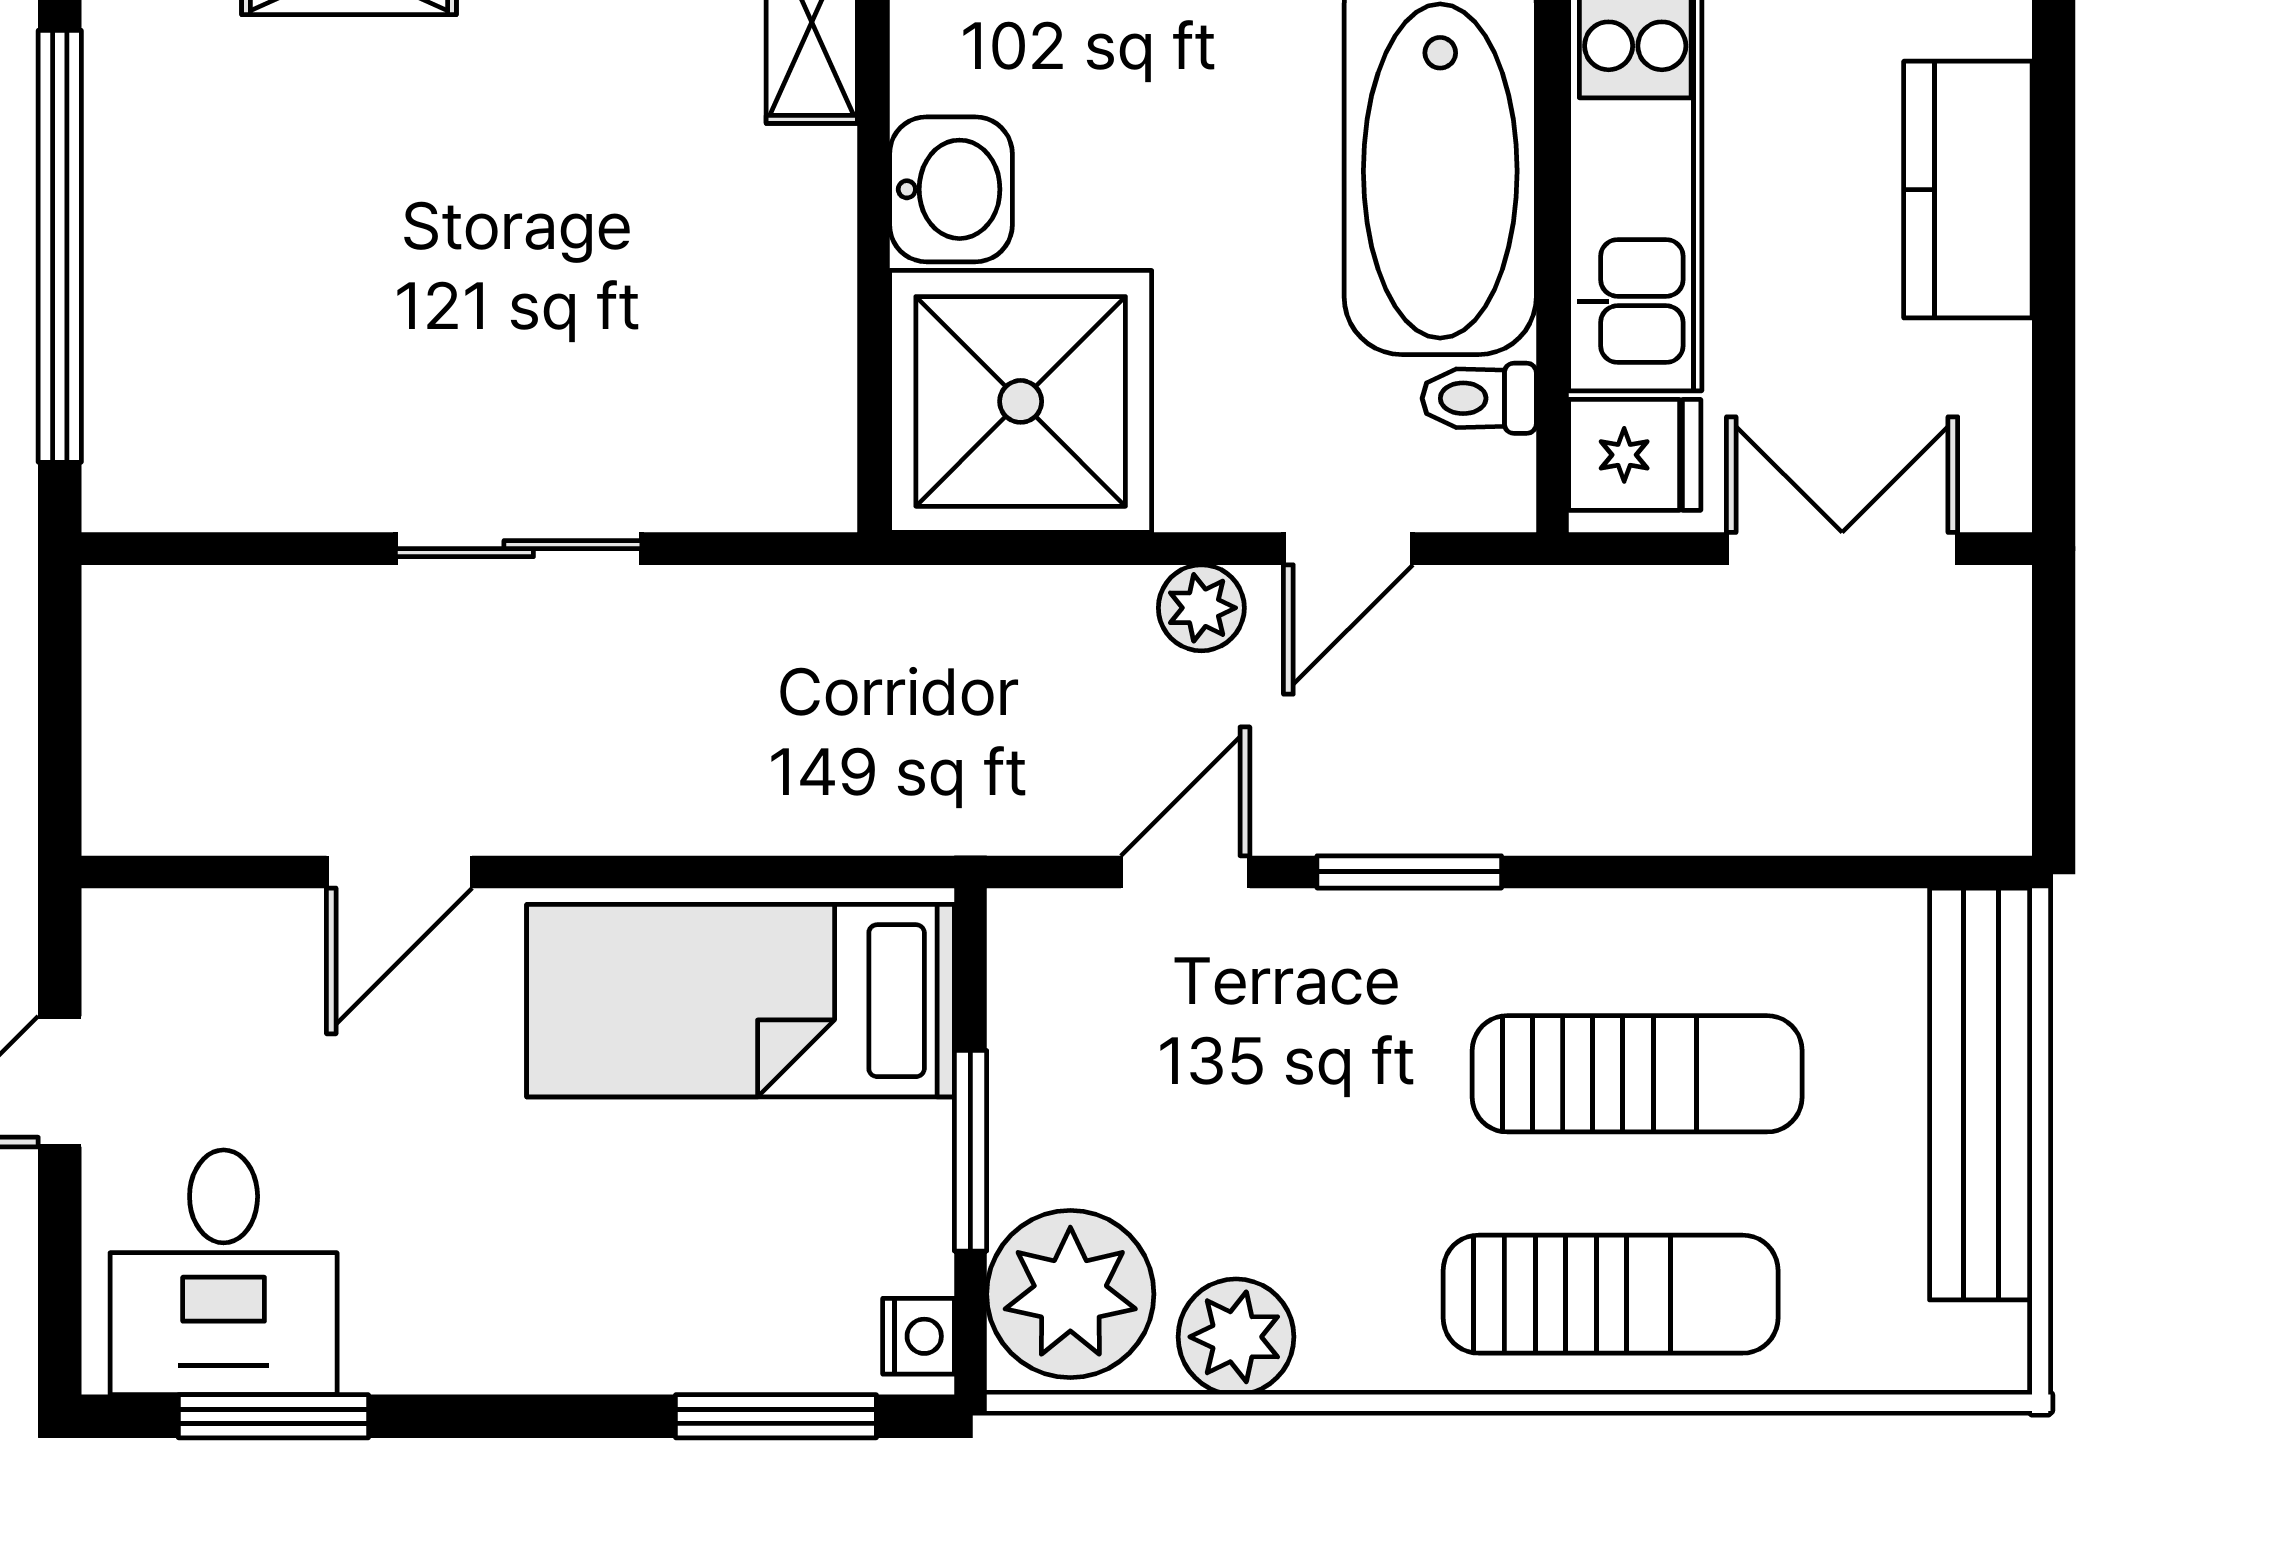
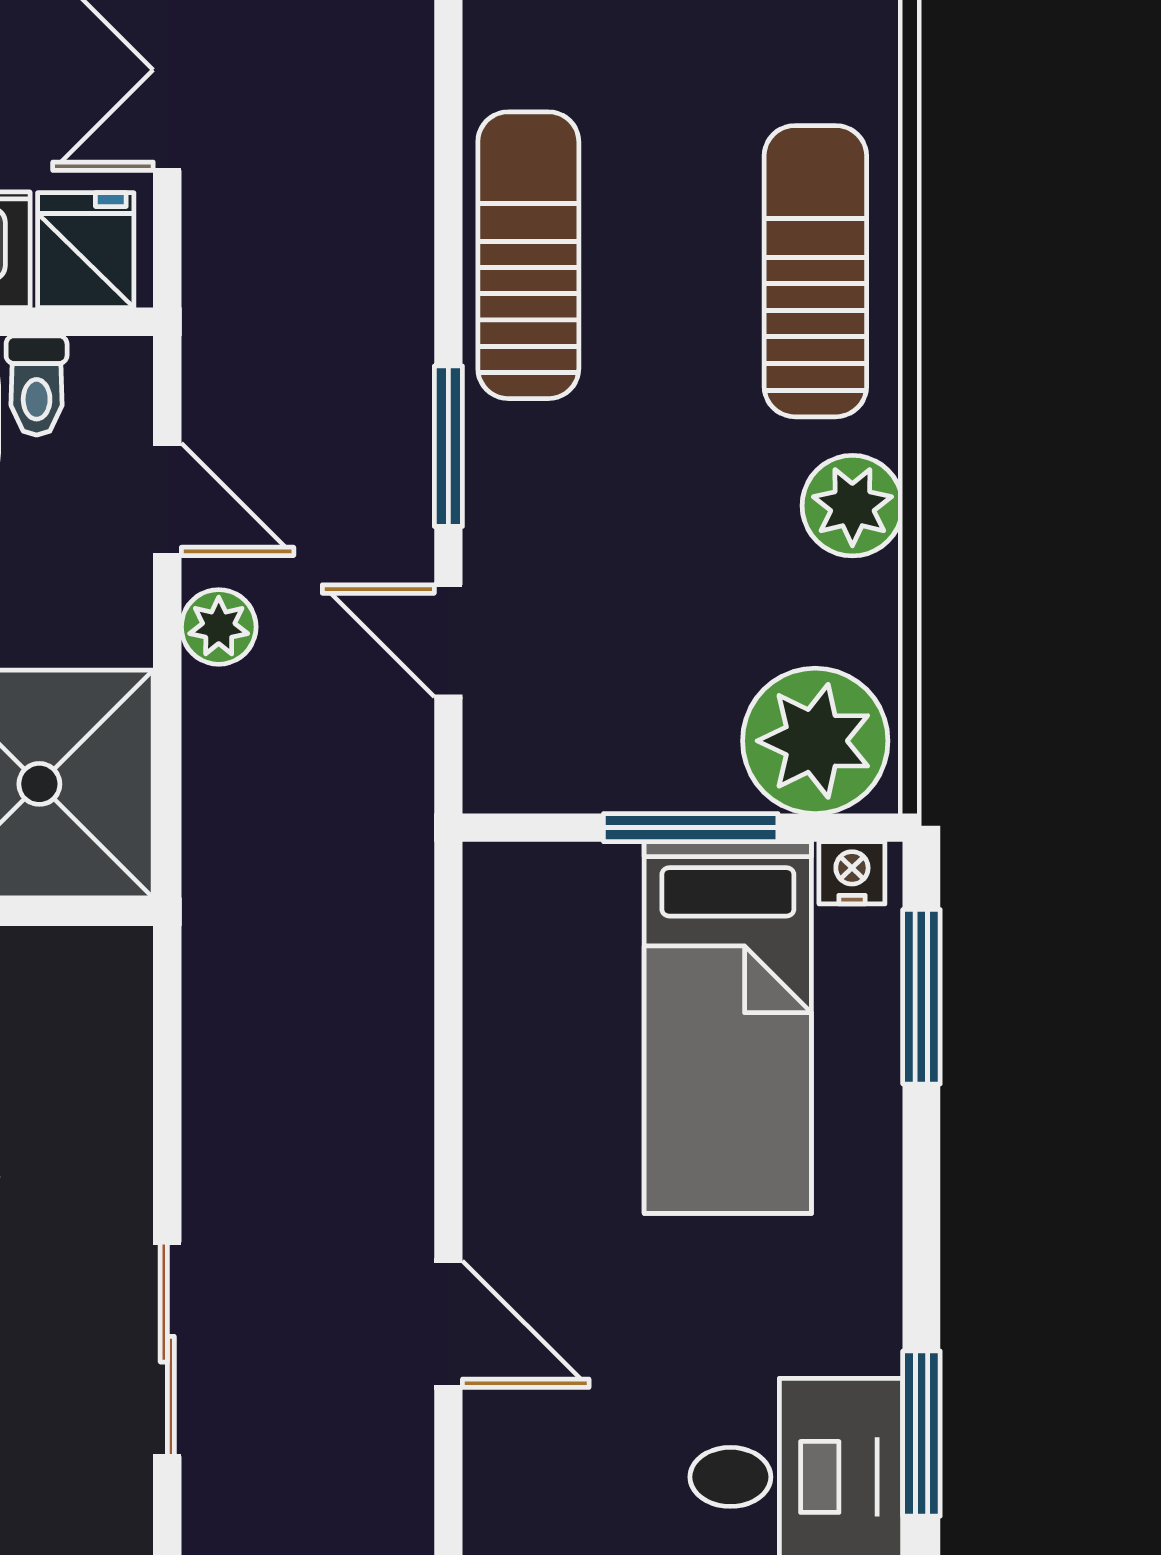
sliding door: (519, 549) -> (167, 1349), moved
bed: (740, 1001) -> (728, 1028), moved
sun lounger: (1637, 1074) -> (528, 255), moved
plant: (1236, 1337) -> (852, 506), moved

